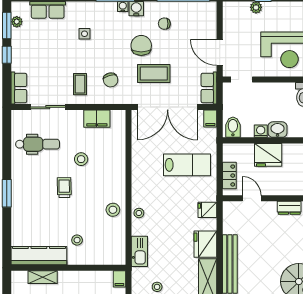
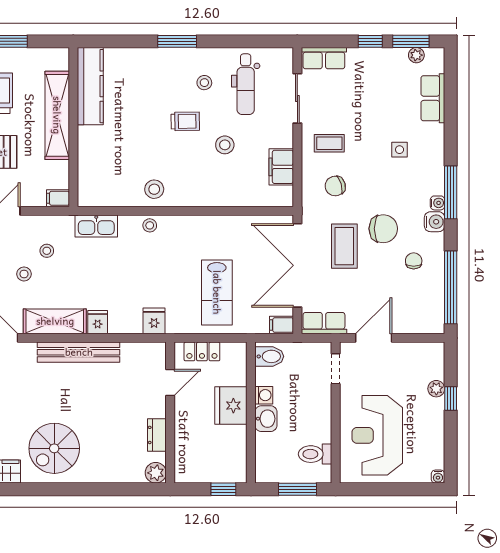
stool: (77, 240) -> (204, 83), moved
fridge: (205, 244) -> (98, 322), width x0.53, depth x0.75
shelving: (43, 277) -> (57, 115), width x2.20, depth x1.33

